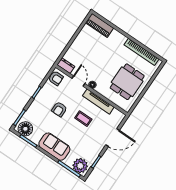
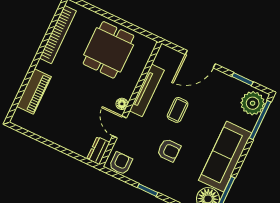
piano: (100, 25) -> (34, 91), moved
door: (78, 81) -> (120, 127), hinge flipped
dining table: (127, 82) -> (109, 50), turned 90
door: (113, 138) -> (200, 59), swing flipped
sofa: (54, 147) -> (225, 157), width x1.36

